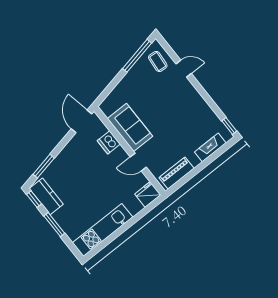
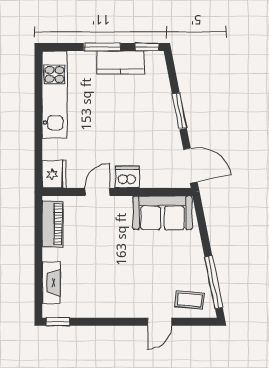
sofa: (130, 127) -> (162, 213), moved
dishwasher: (109, 142) -> (127, 177), moved
window: (44, 166) -> (179, 111), moved
kitchen counter: (46, 196) -> (121, 62), moved

